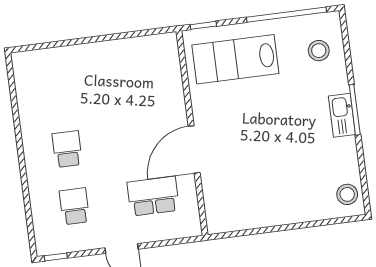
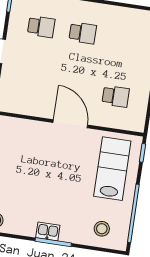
kitchen sink: (342, 115) -> (48, 232), width x0.73
door: (194, 149) -> (70, 124), moved
school desk: (153, 196) -> (116, 96), moved, width x0.54

